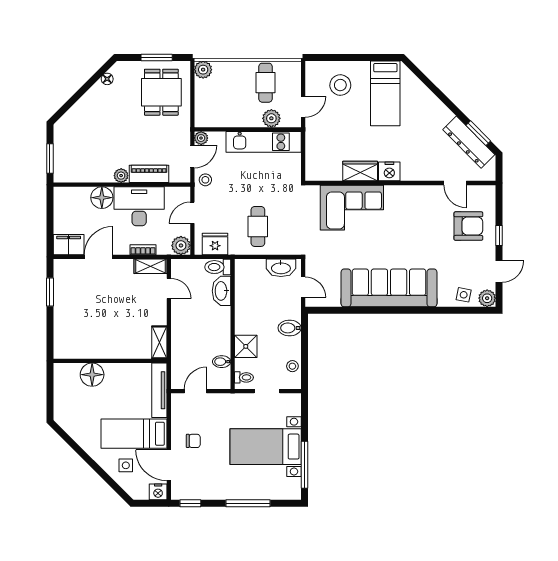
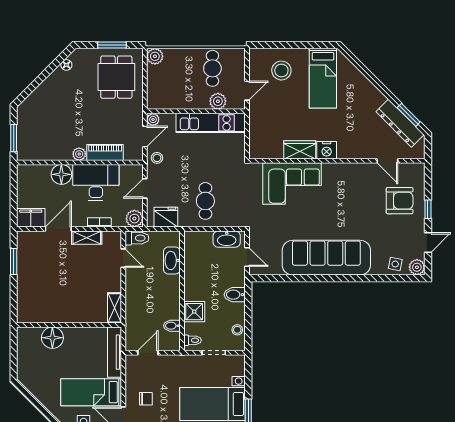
shelving: (150, 266) -> (87, 238), moved
toilet: (218, 267) -> (137, 238), moved, turned 180

